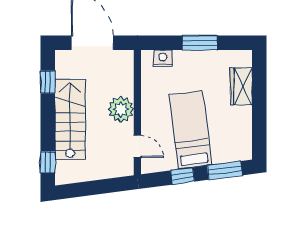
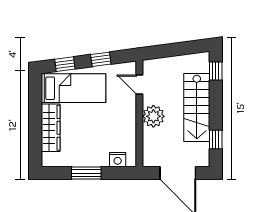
wardrobe: (241, 86) -> (51, 128), width x1.50
bed: (190, 130) -> (74, 88), moved, turned -82
window: (225, 170) -> (65, 64), width x0.67

